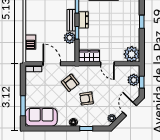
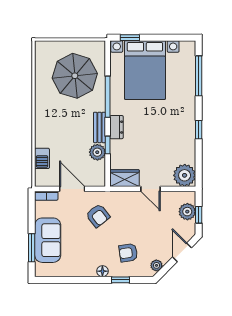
armchair: (86, 99) -> (128, 253), moved
sofa: (41, 117) -> (48, 240), moved, turned 90

